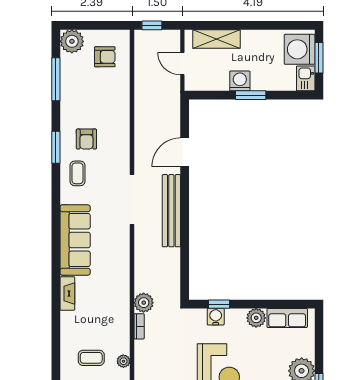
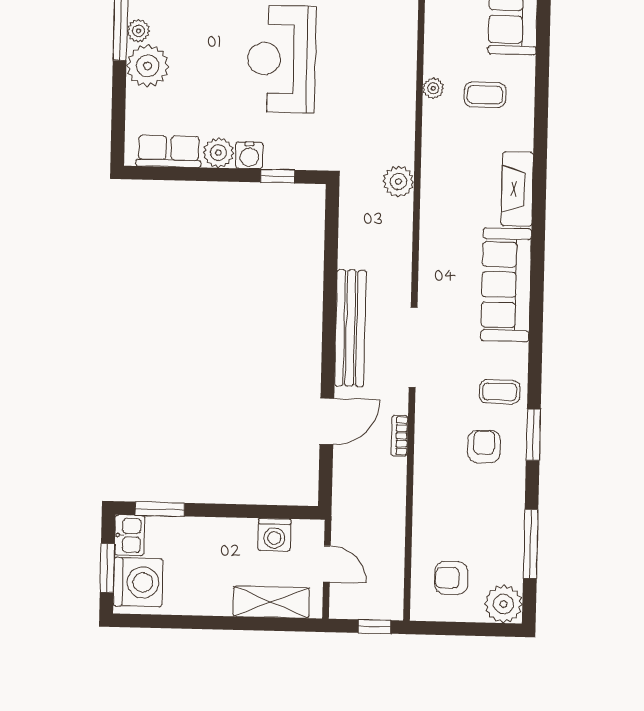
washing machine: (240, 81) -> (274, 535), moved
window: (251, 95) -> (160, 509), moved
coffee table: (78, 173) -> (500, 392), turned 90
fireplace: (67, 294) -> (517, 189), width x1.37, depth x1.32
water cooler: (216, 317) -> (249, 155), moved
bookcase: (139, 326) -> (400, 436), moved

